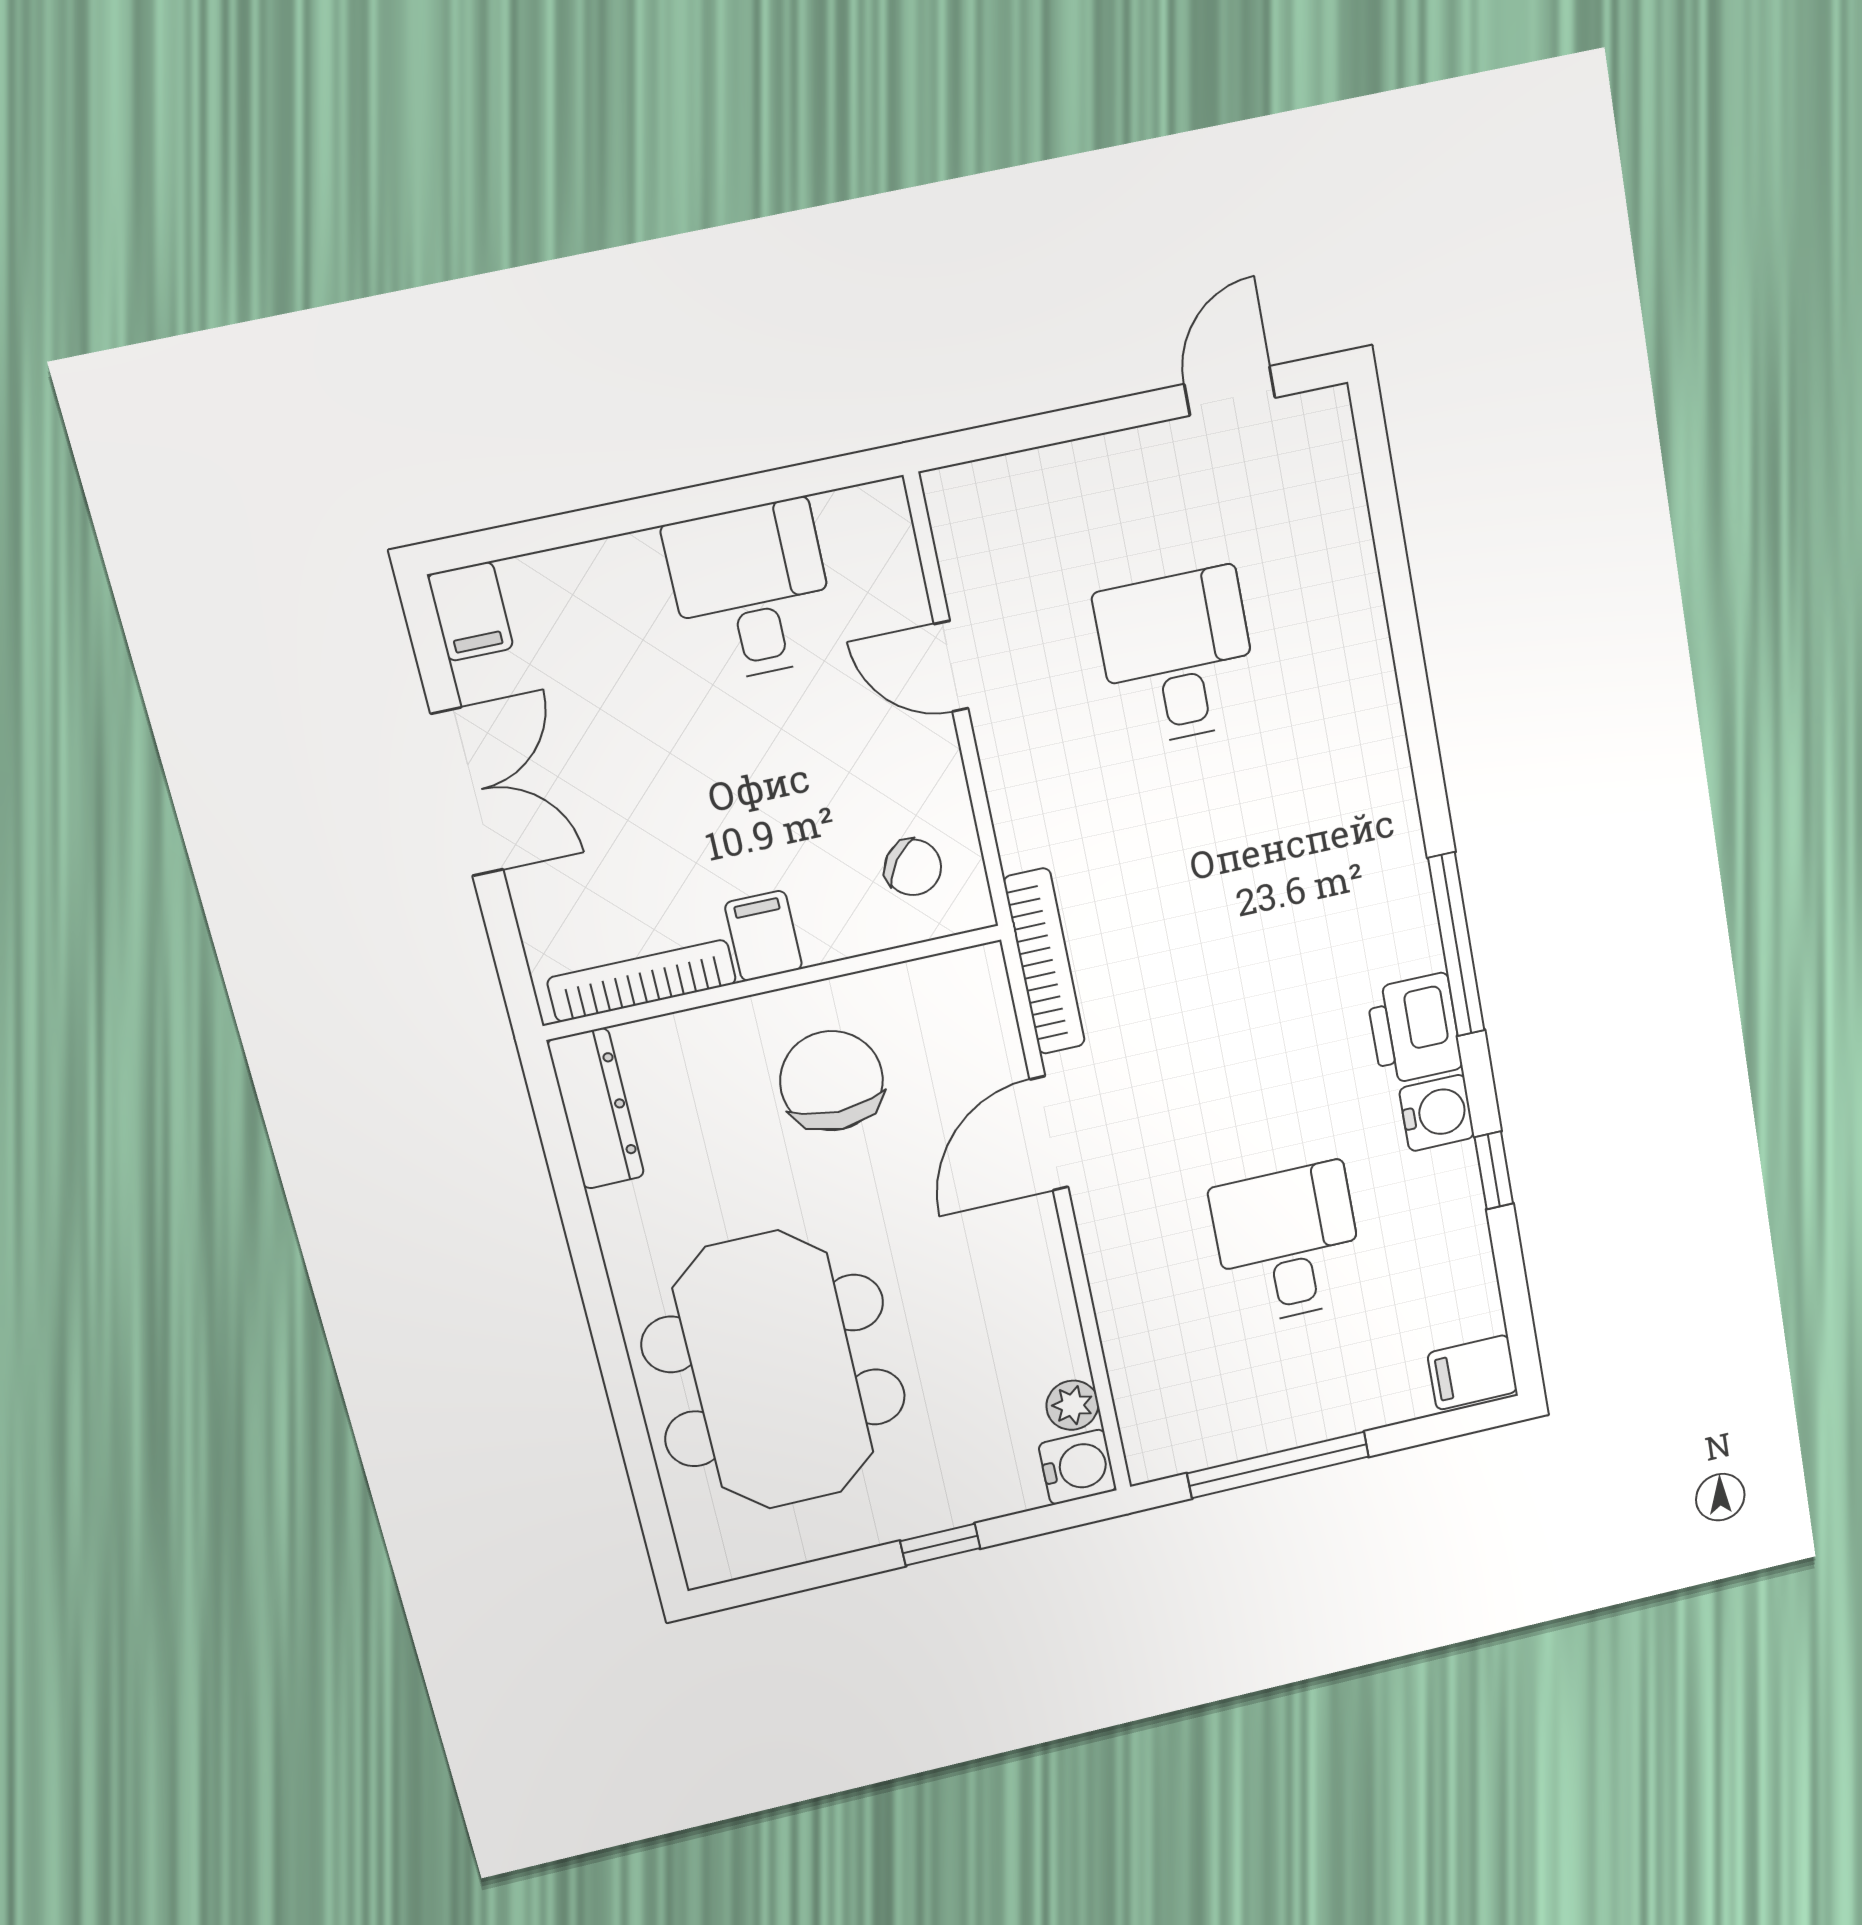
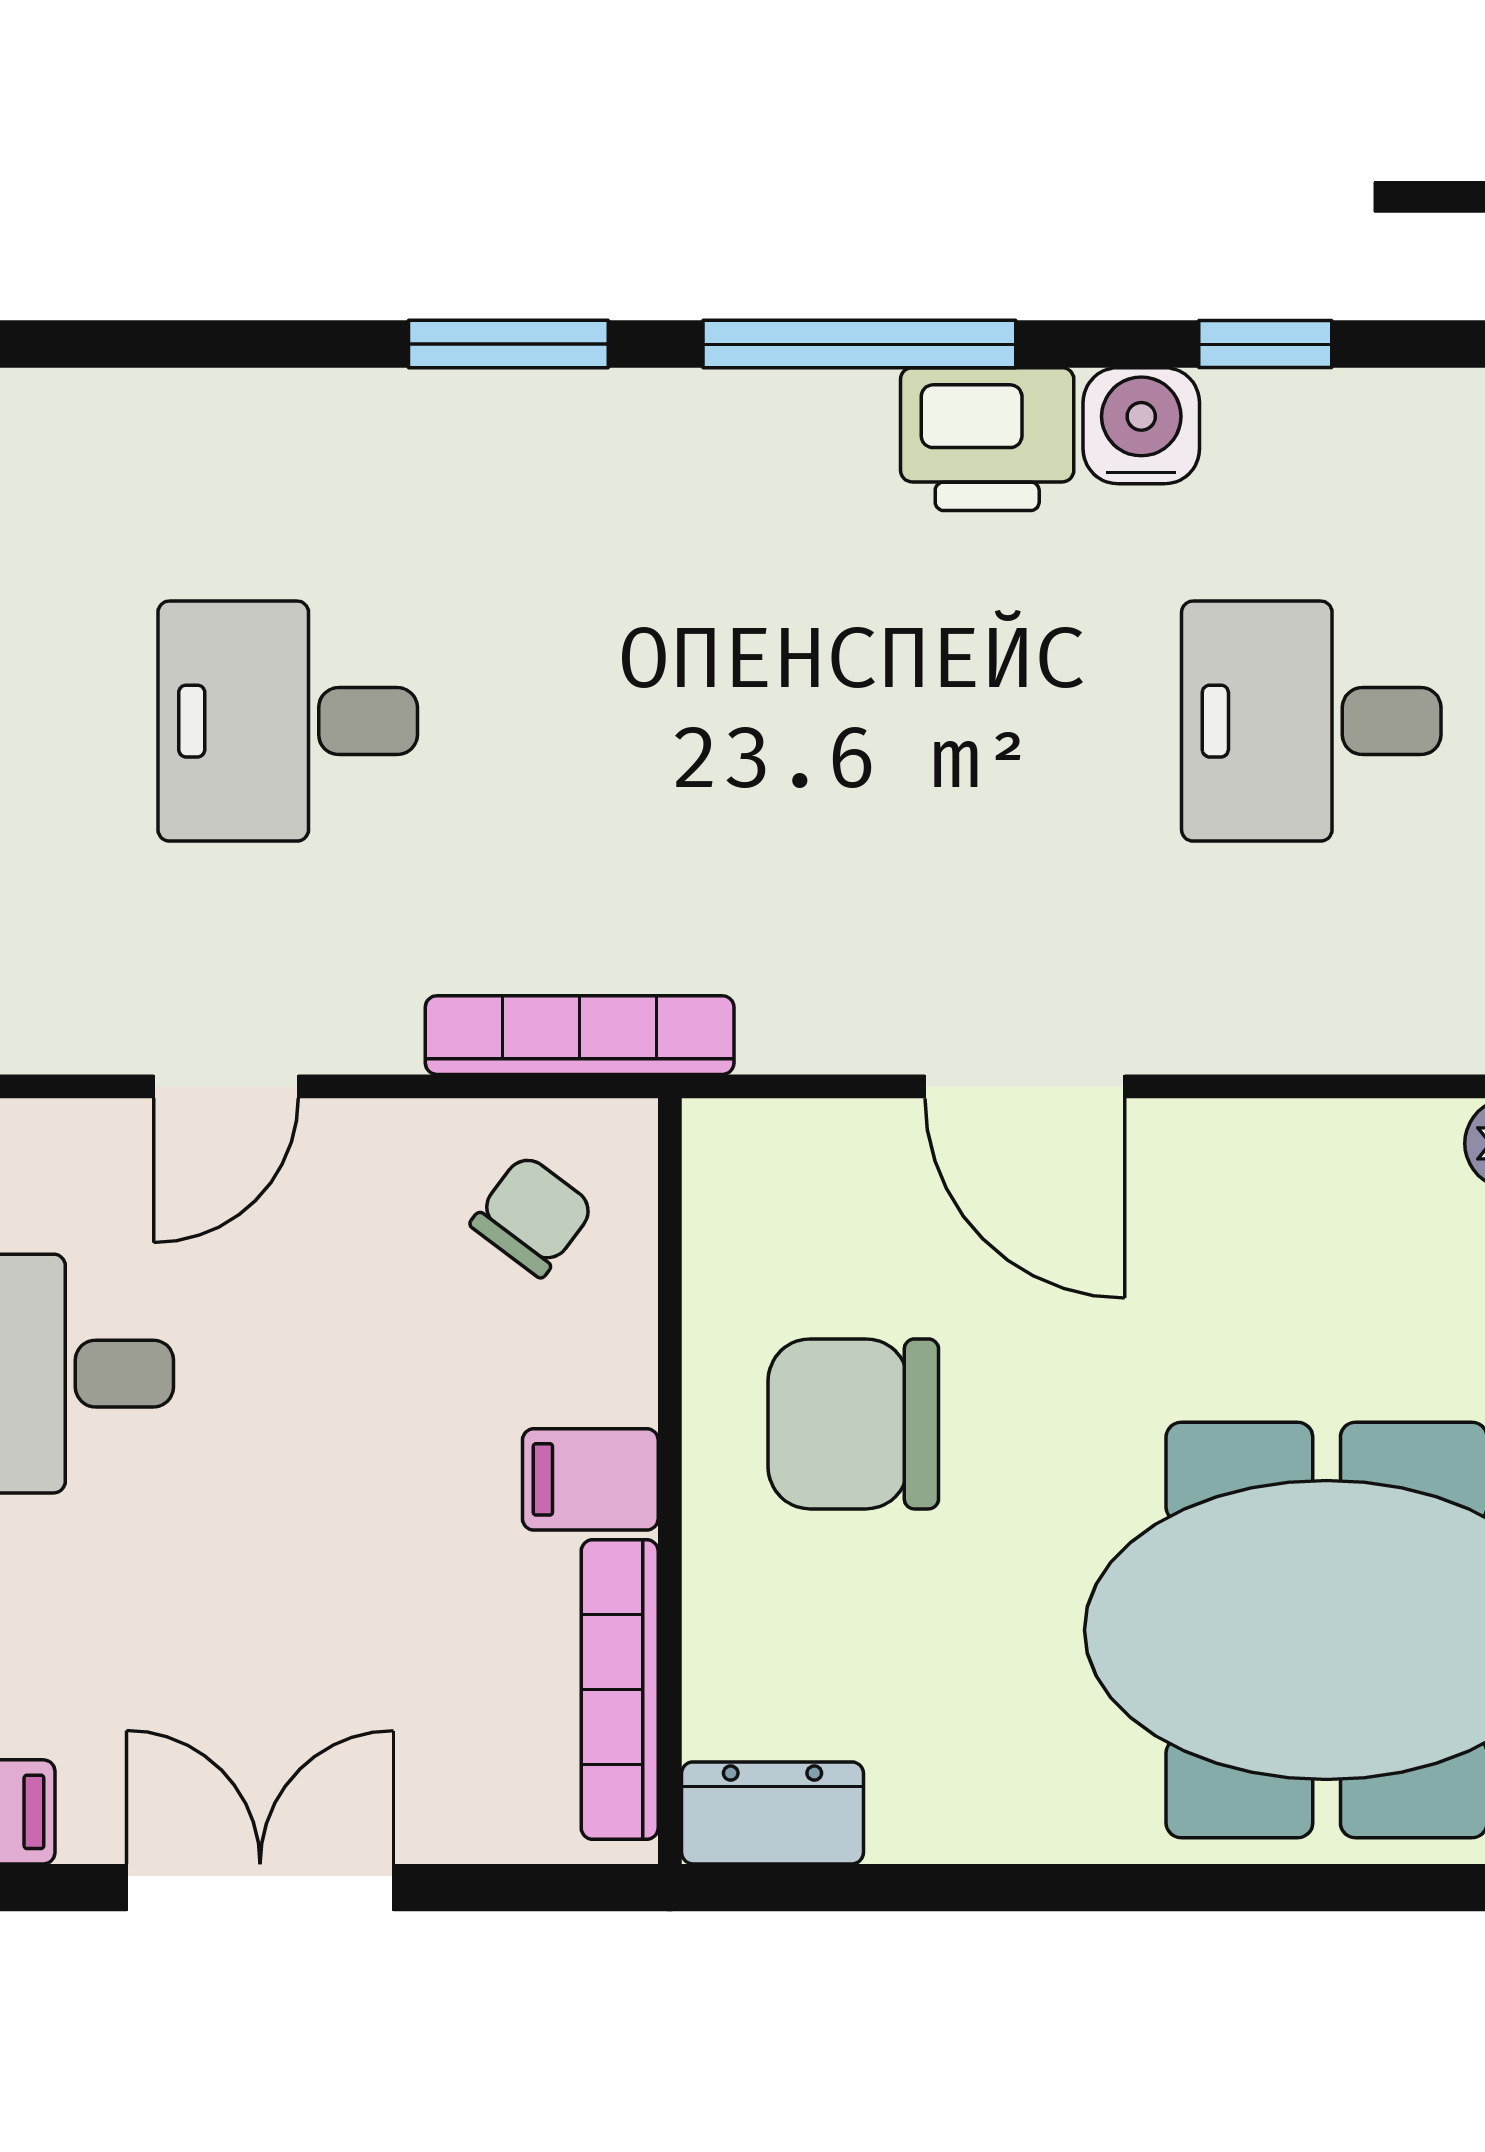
window: (1422, 741) -> (508, 344), added
bookcase: (1044, 962) -> (580, 1035), moved
dresser: (596, 1109) -> (772, 1813), width x0.70

